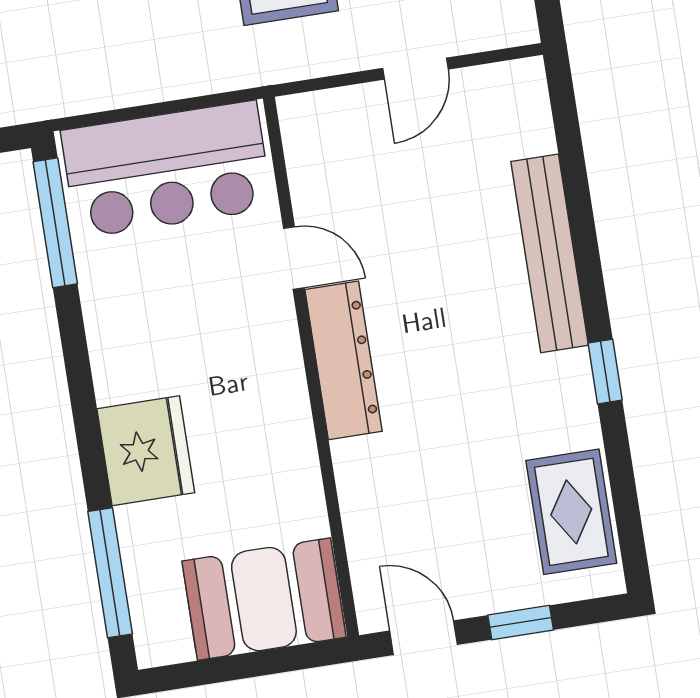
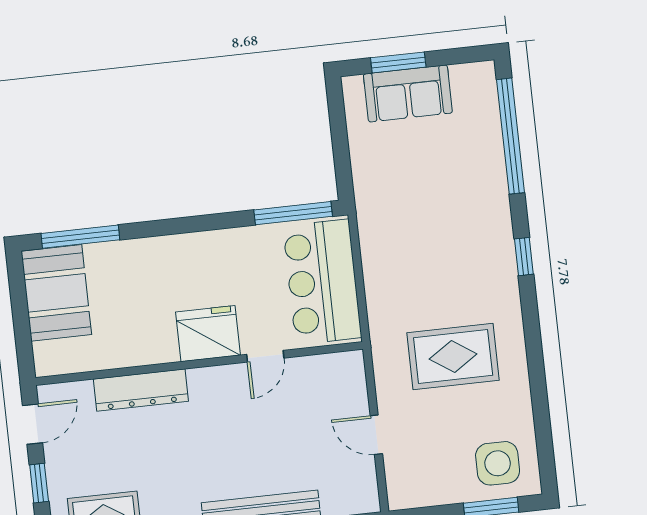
dresser: (343, 360) -> (141, 390), moved
fridge: (146, 451) -> (208, 334), moved, turned 180
booth: (264, 599) -> (56, 293), moved

